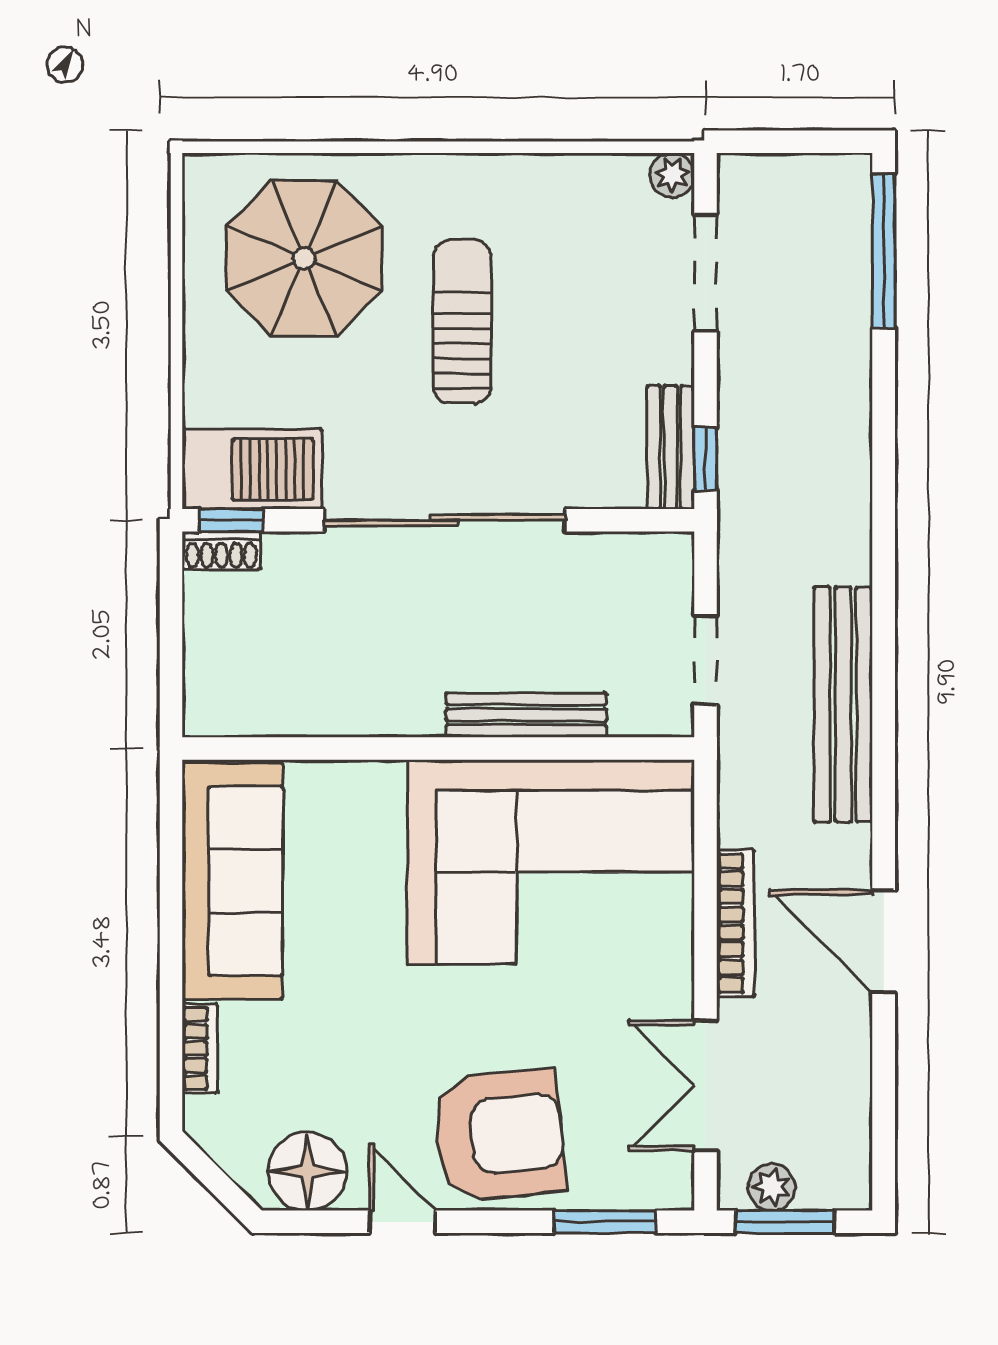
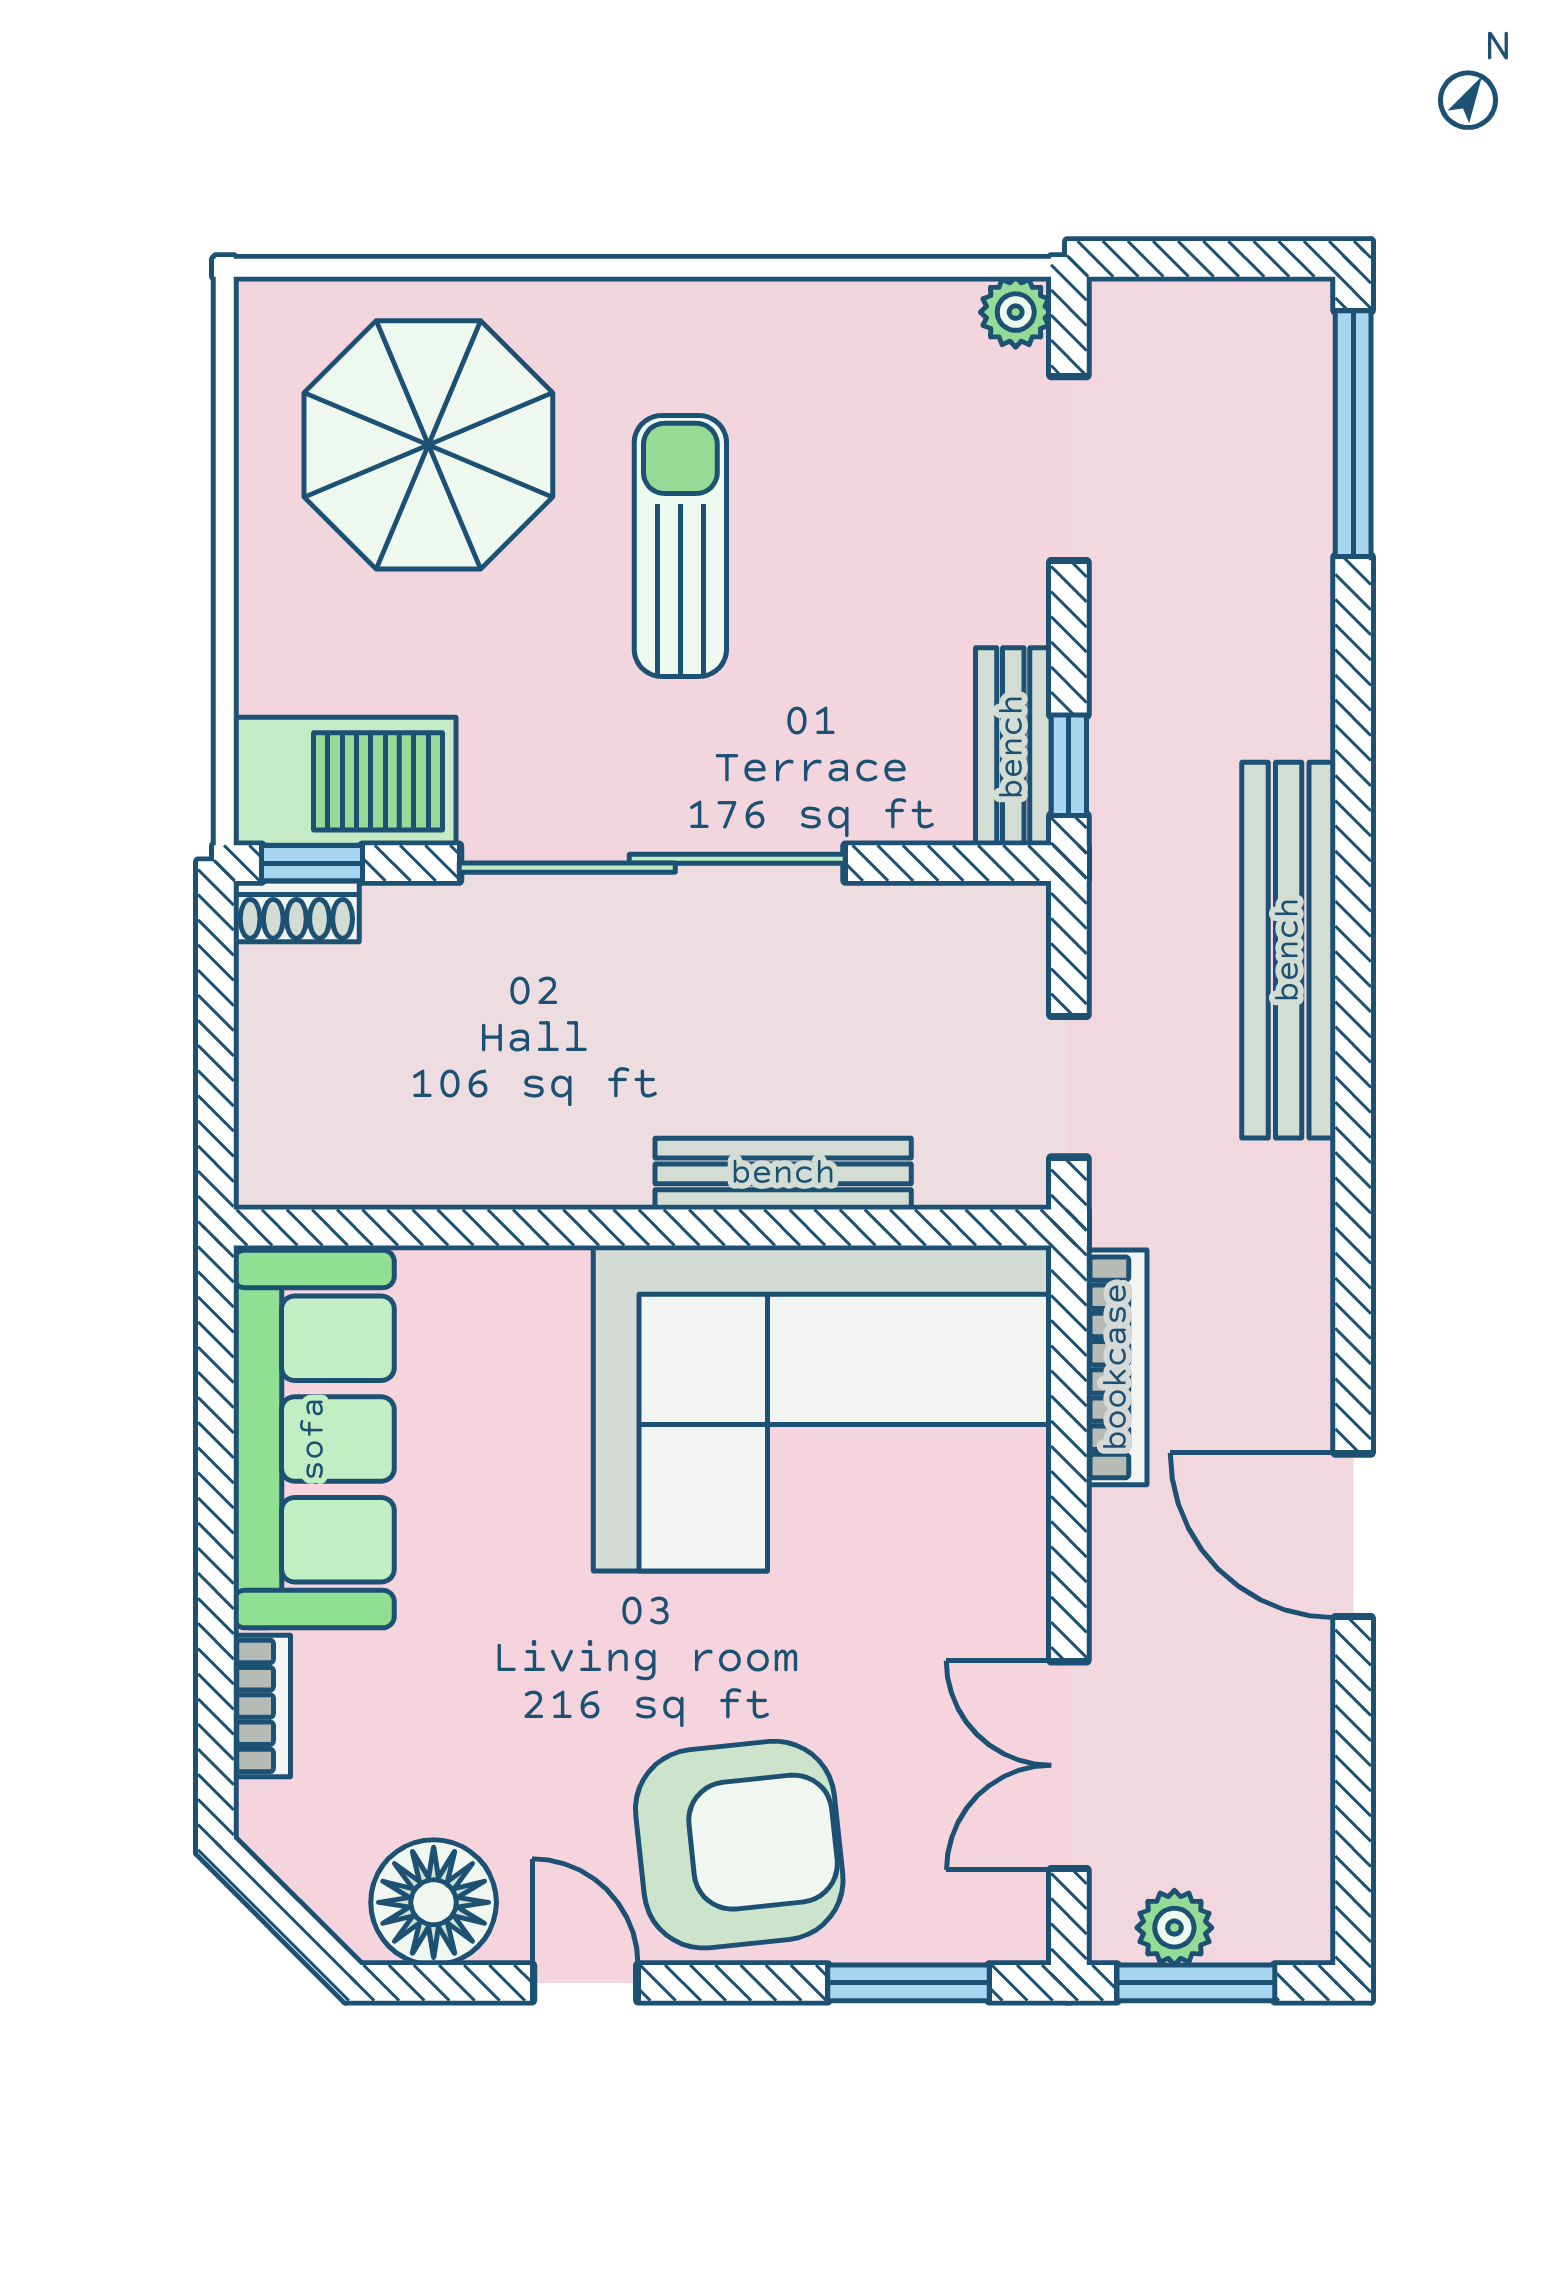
bench: (843, 704) -> (1289, 950), moved
bookcase: (735, 923) -> (1117, 1367), moved

